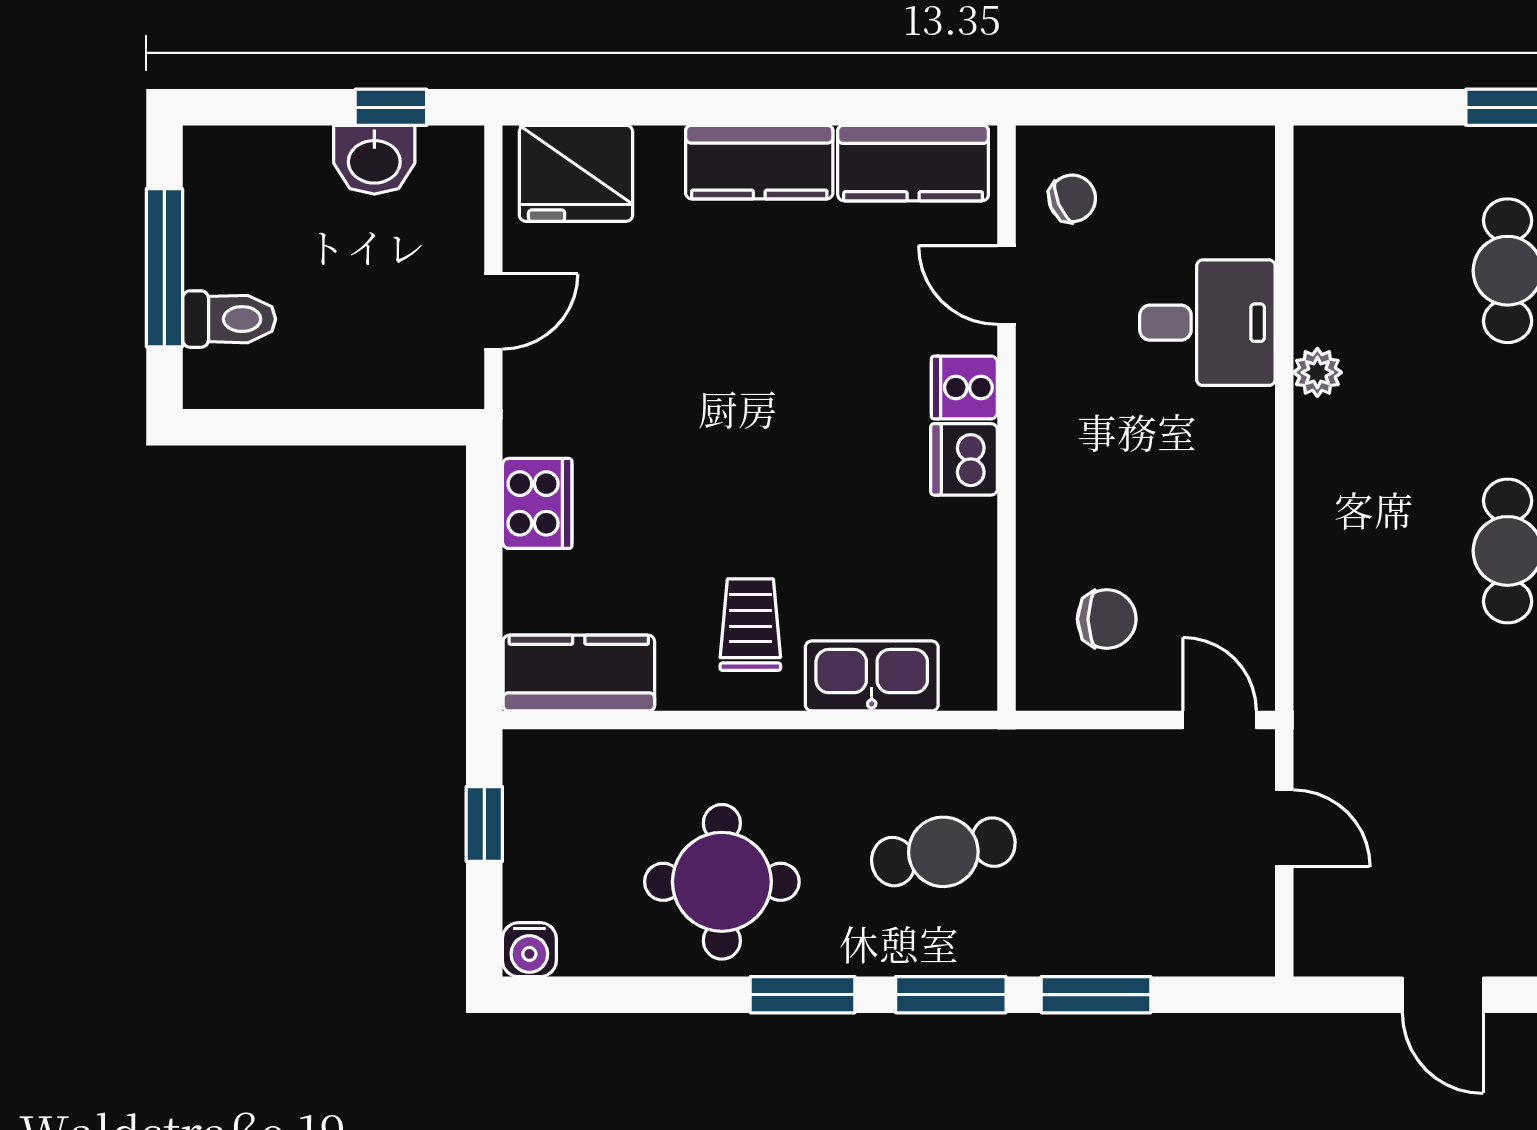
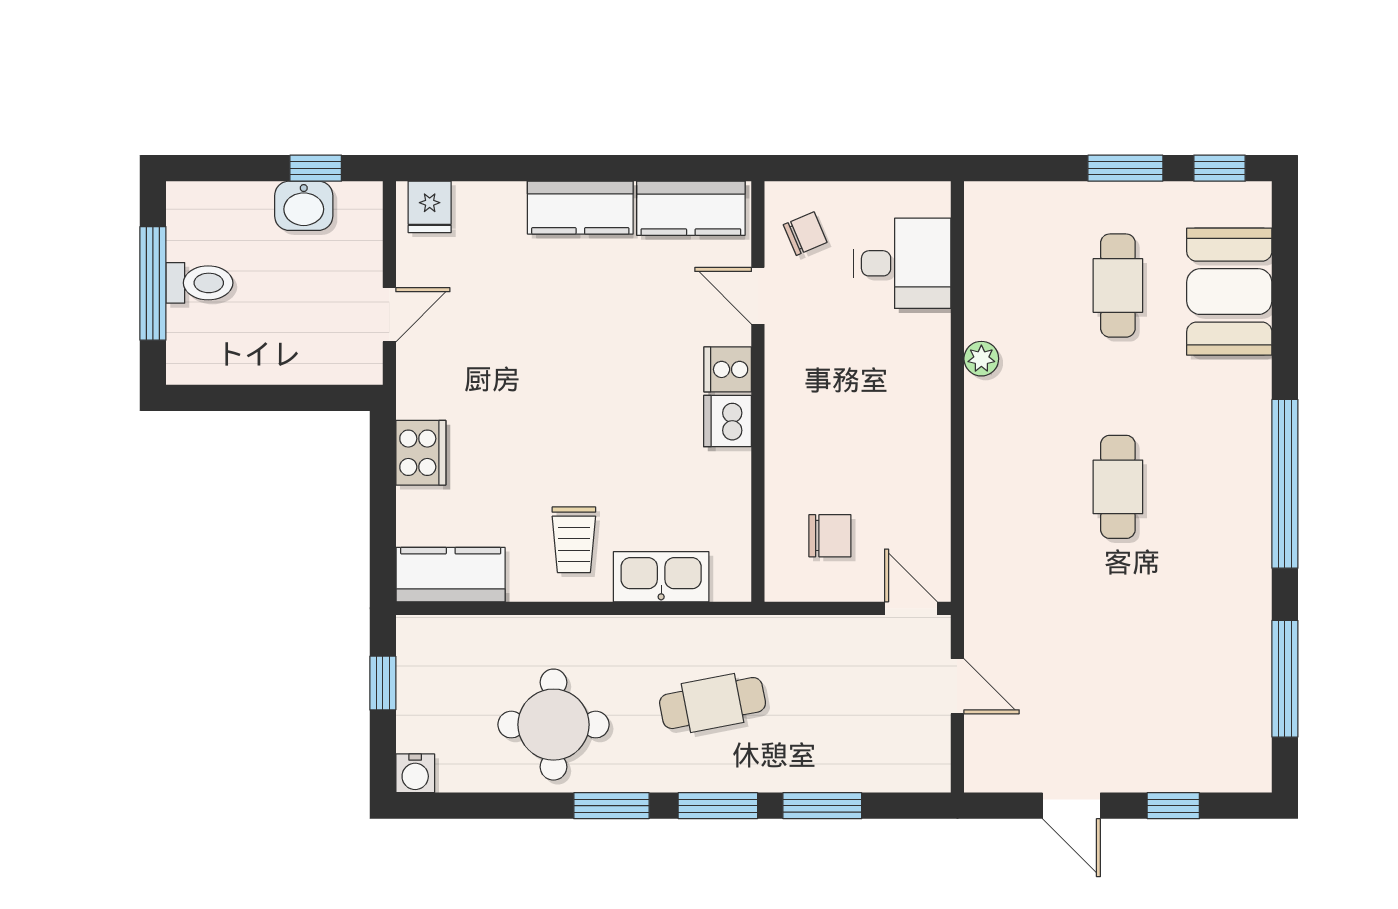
fridge: (576, 173) -> (430, 207), width x0.53, depth x0.75
toilet: (229, 319) -> (199, 283), moved
desk: (1207, 323) -> (902, 263), moved
trolley: (750, 625) -> (574, 540), turned 180

